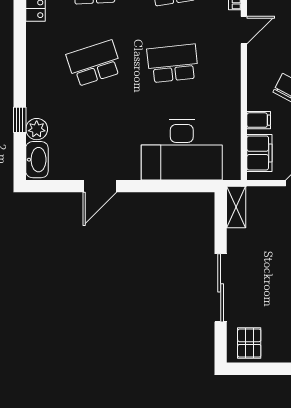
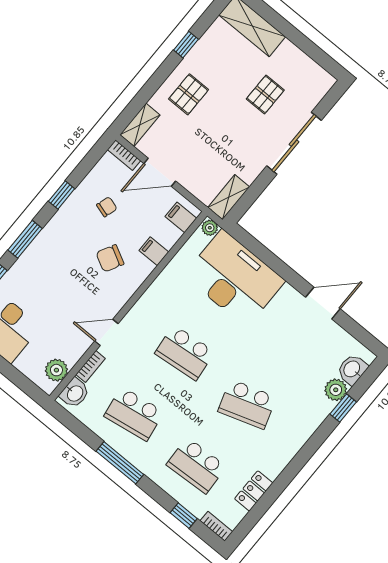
filing cabinet: (259, 153) -> (181, 217), width x0.50
washbasin: (37, 160) -> (352, 369), width x0.72
plant: (231, 172) -> (210, 228), added
pallet: (249, 343) -> (265, 94), moved

